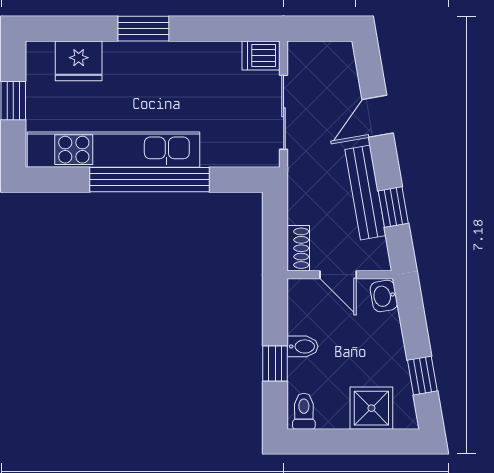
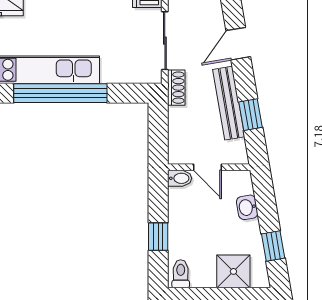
shoe rack: (298, 248) -> (176, 88), moved
washbasin: (384, 296) -> (247, 207), moved
bidet: (303, 346) -> (180, 178), moved

